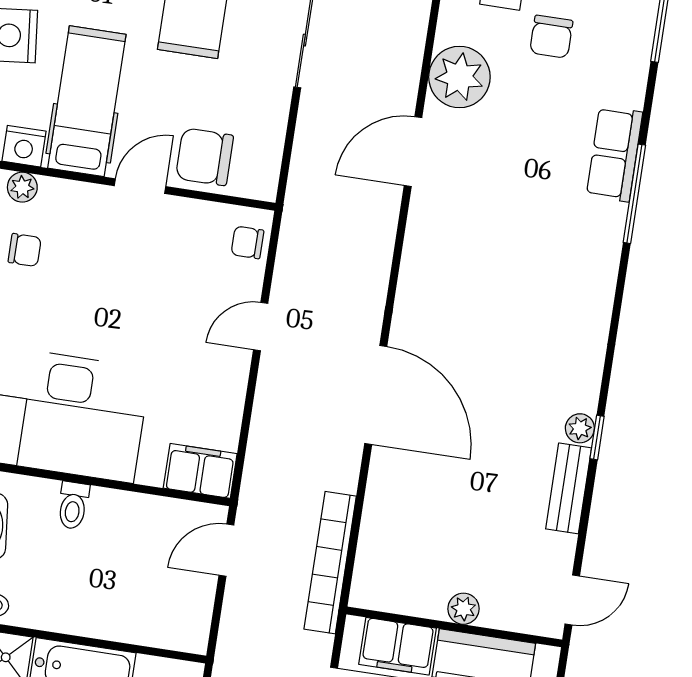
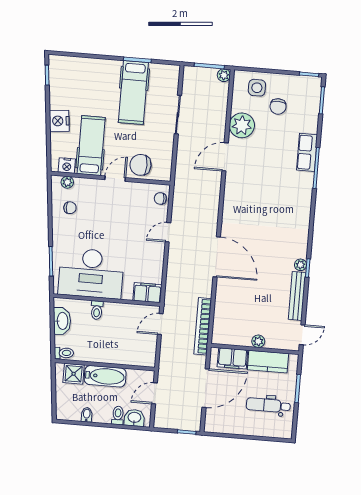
bench: (569, 488) -> (297, 296), width x1.36

